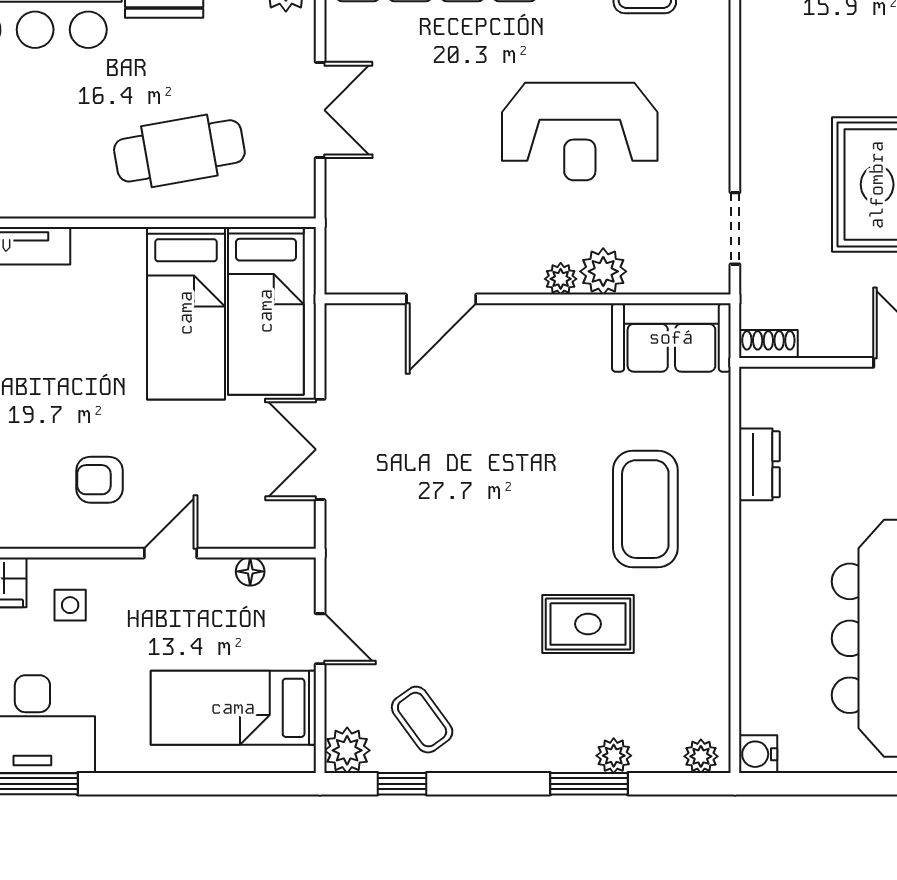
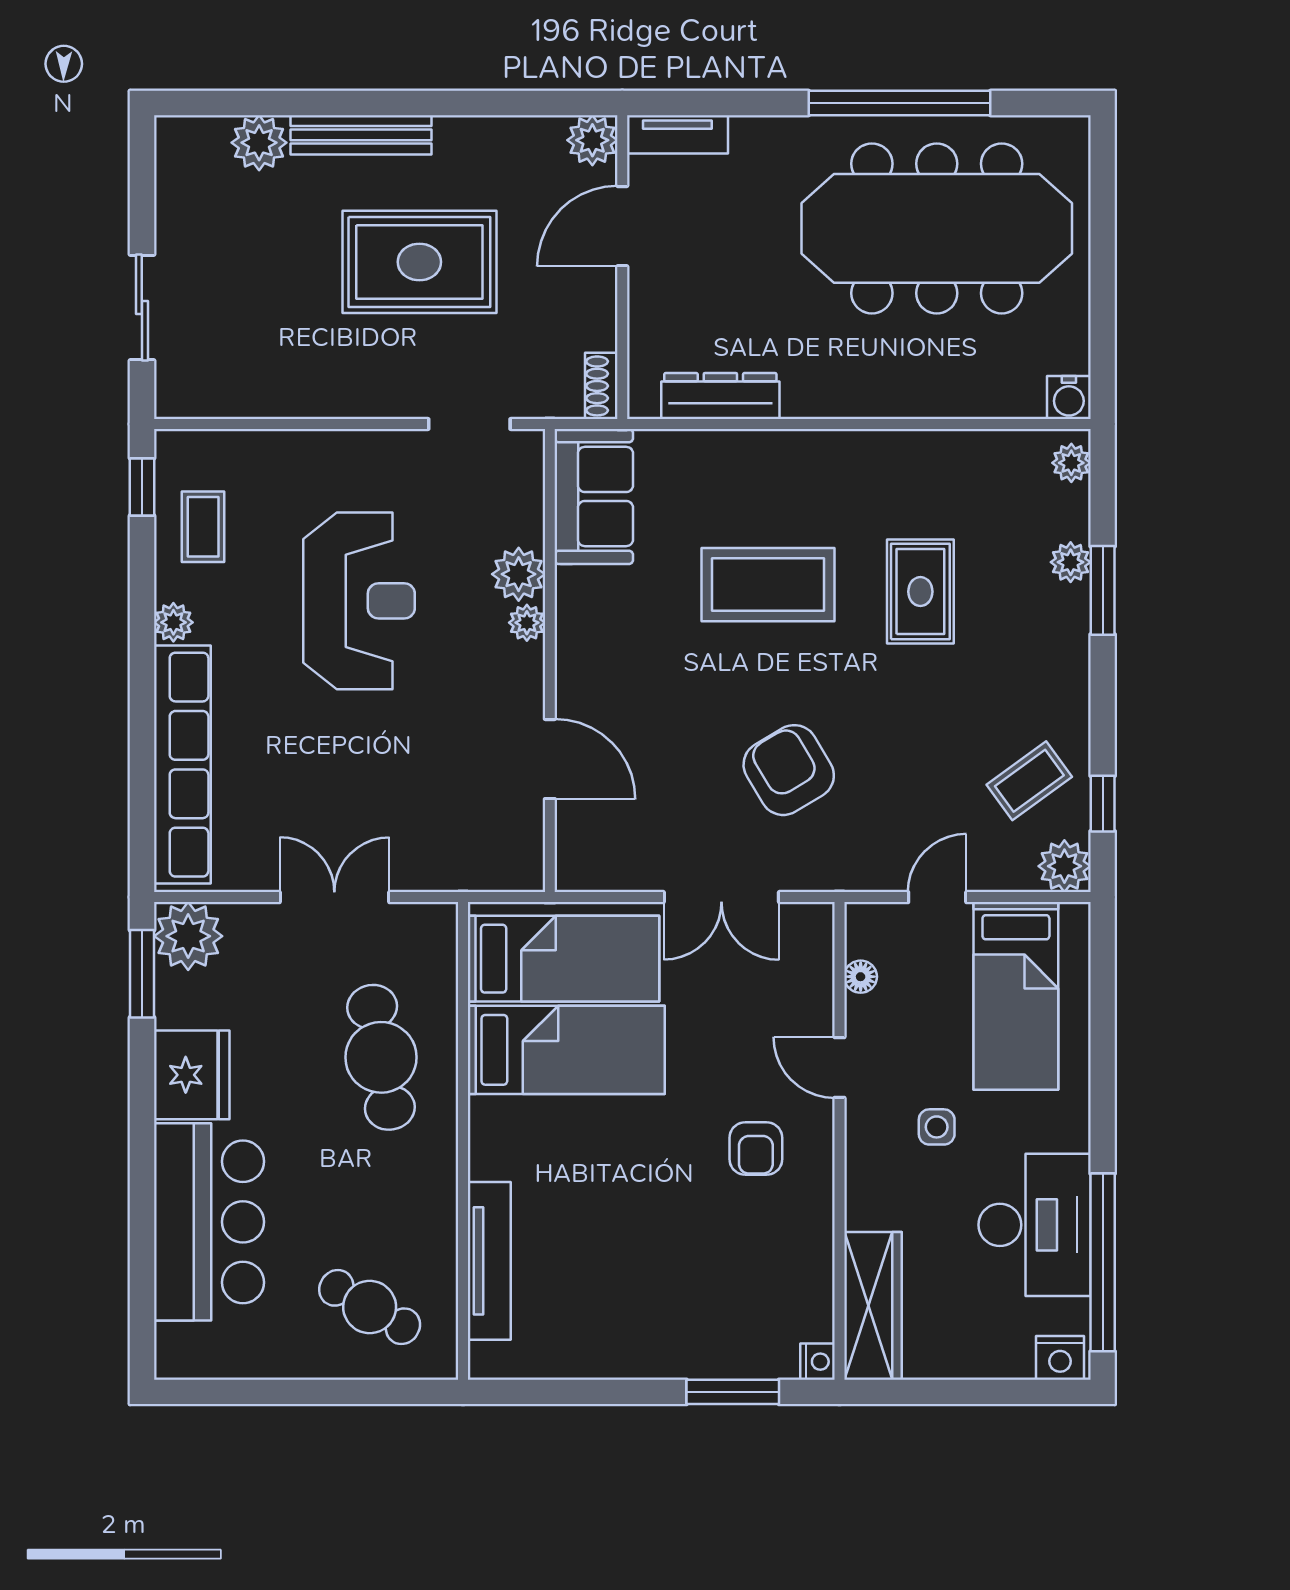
dresser: (759, 464) -> (720, 396), width x1.44
armchair: (431, 508) -> (789, 770), added
coffee table: (645, 509) -> (768, 585), moved
side table: (70, 605) -> (937, 1127), moved

